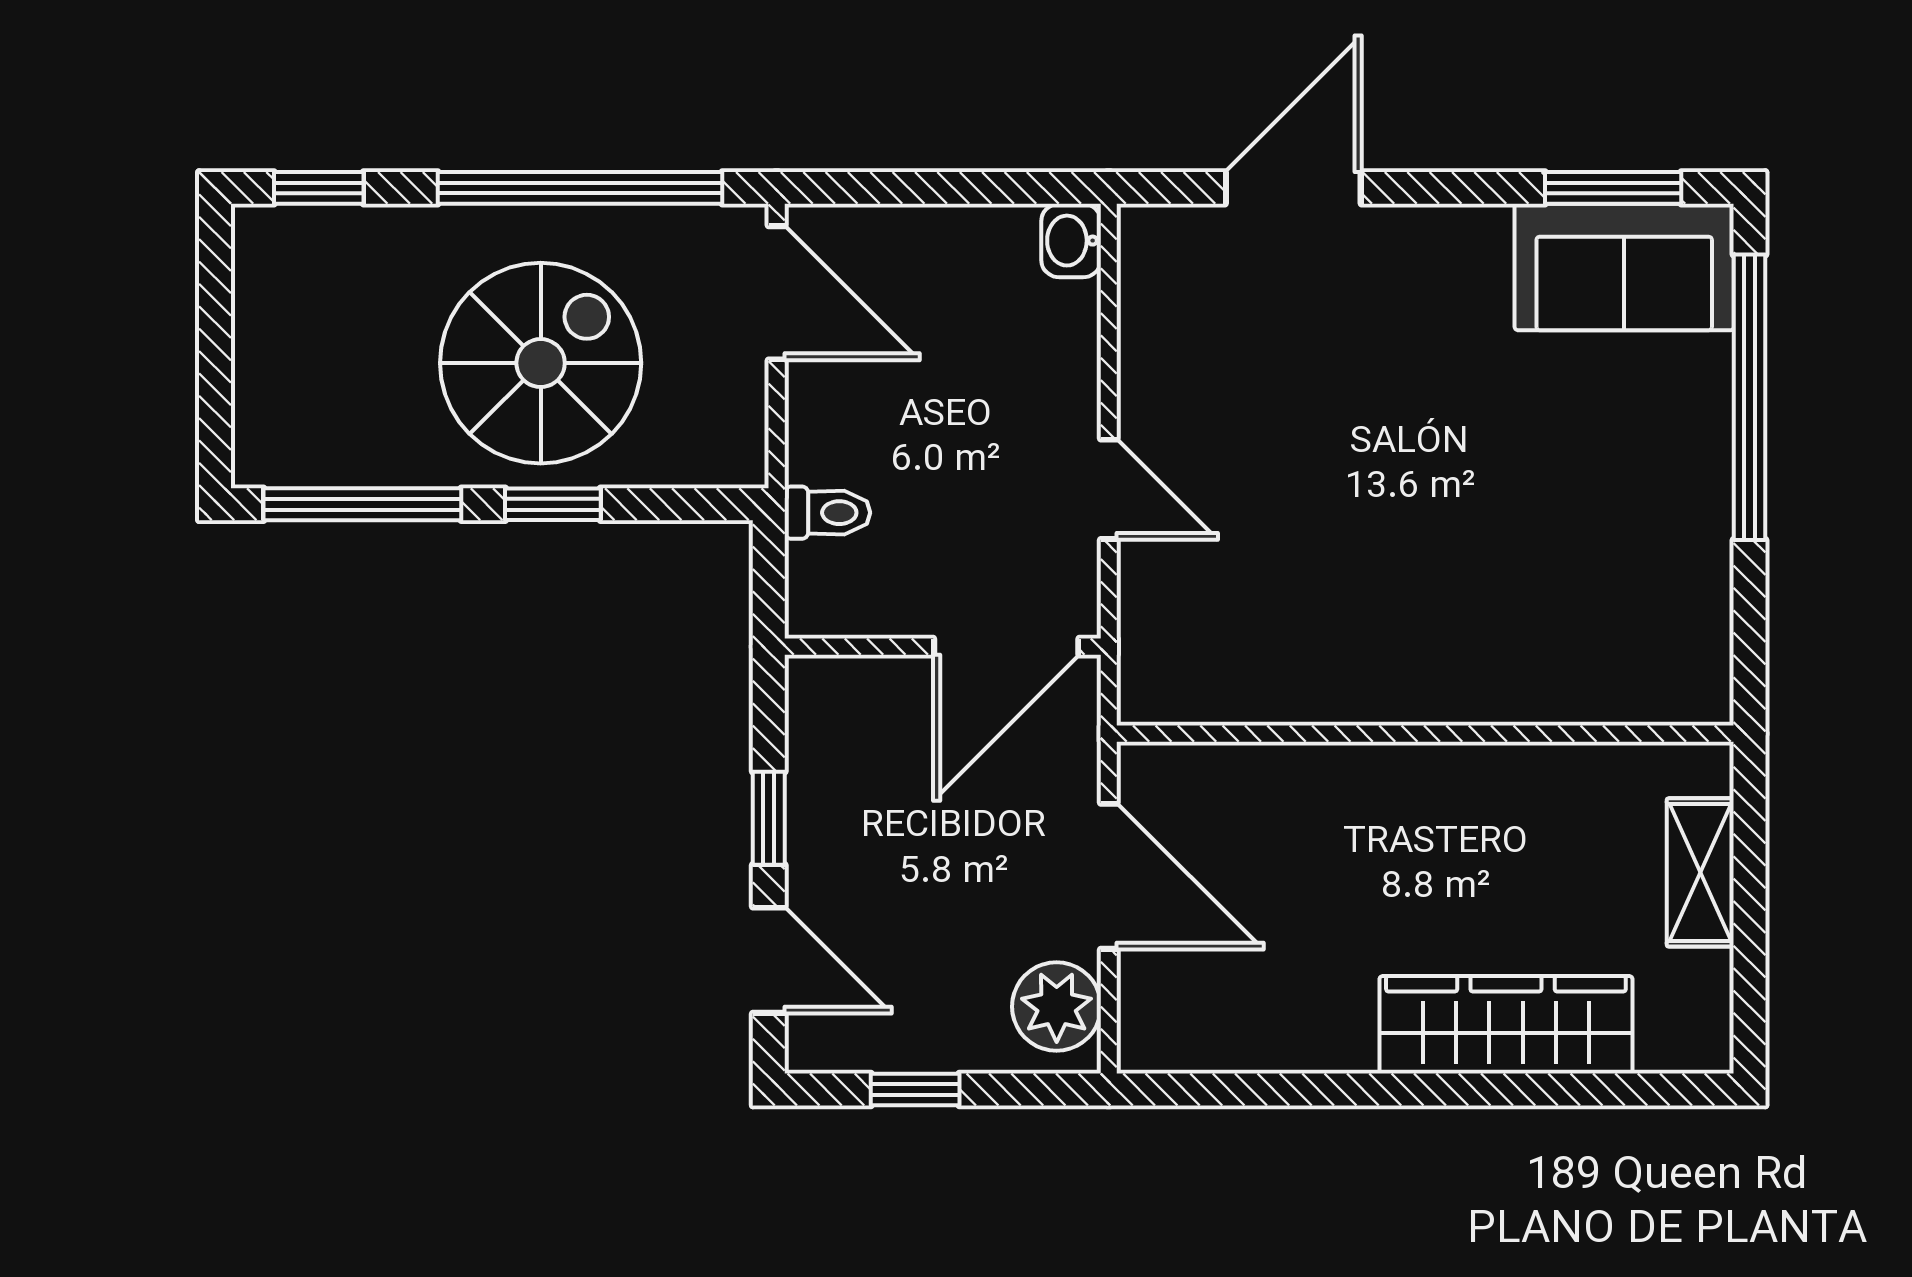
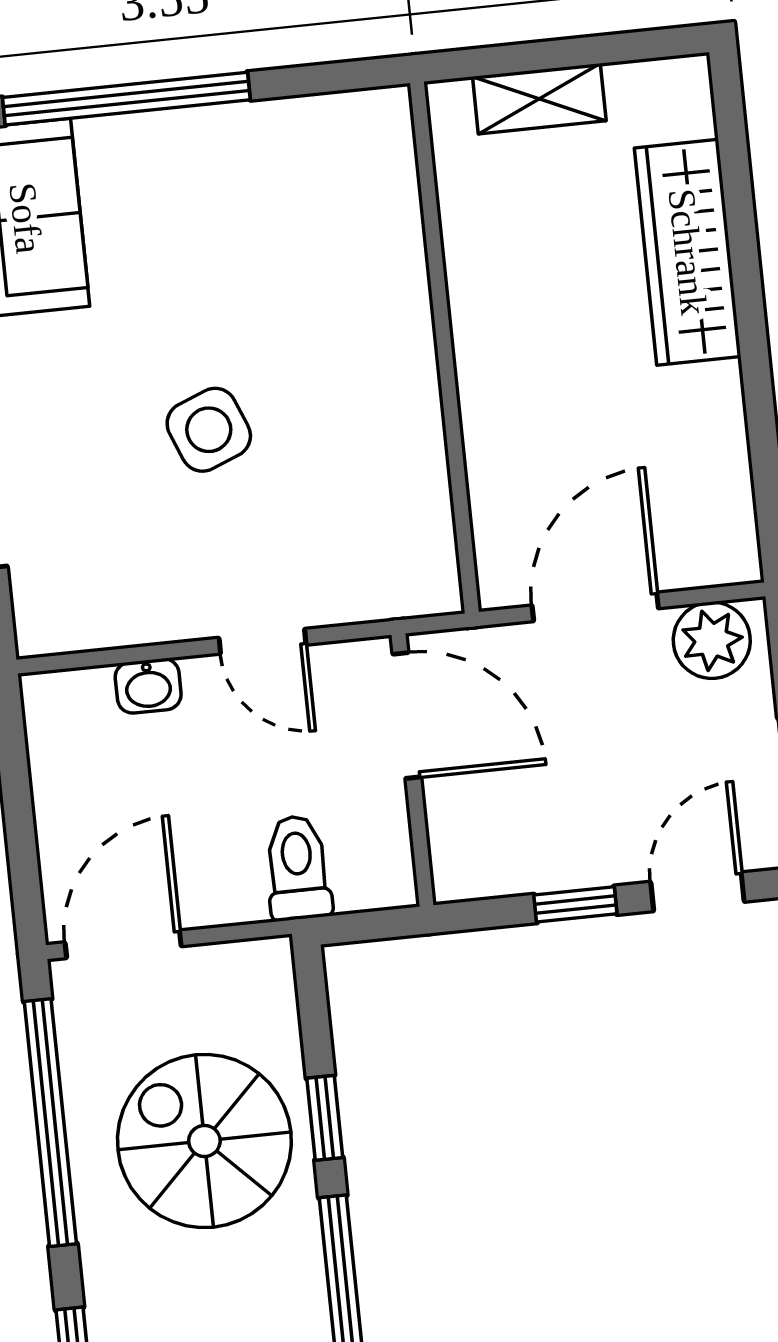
washbasin: (1071, 241) -> (148, 686), moved
side table: (1359, 453) -> (209, 430), added
door: (1109, 489) -> (262, 641), swing flipped
toilet: (827, 513) -> (298, 868), width x1.37, depth x1.39

